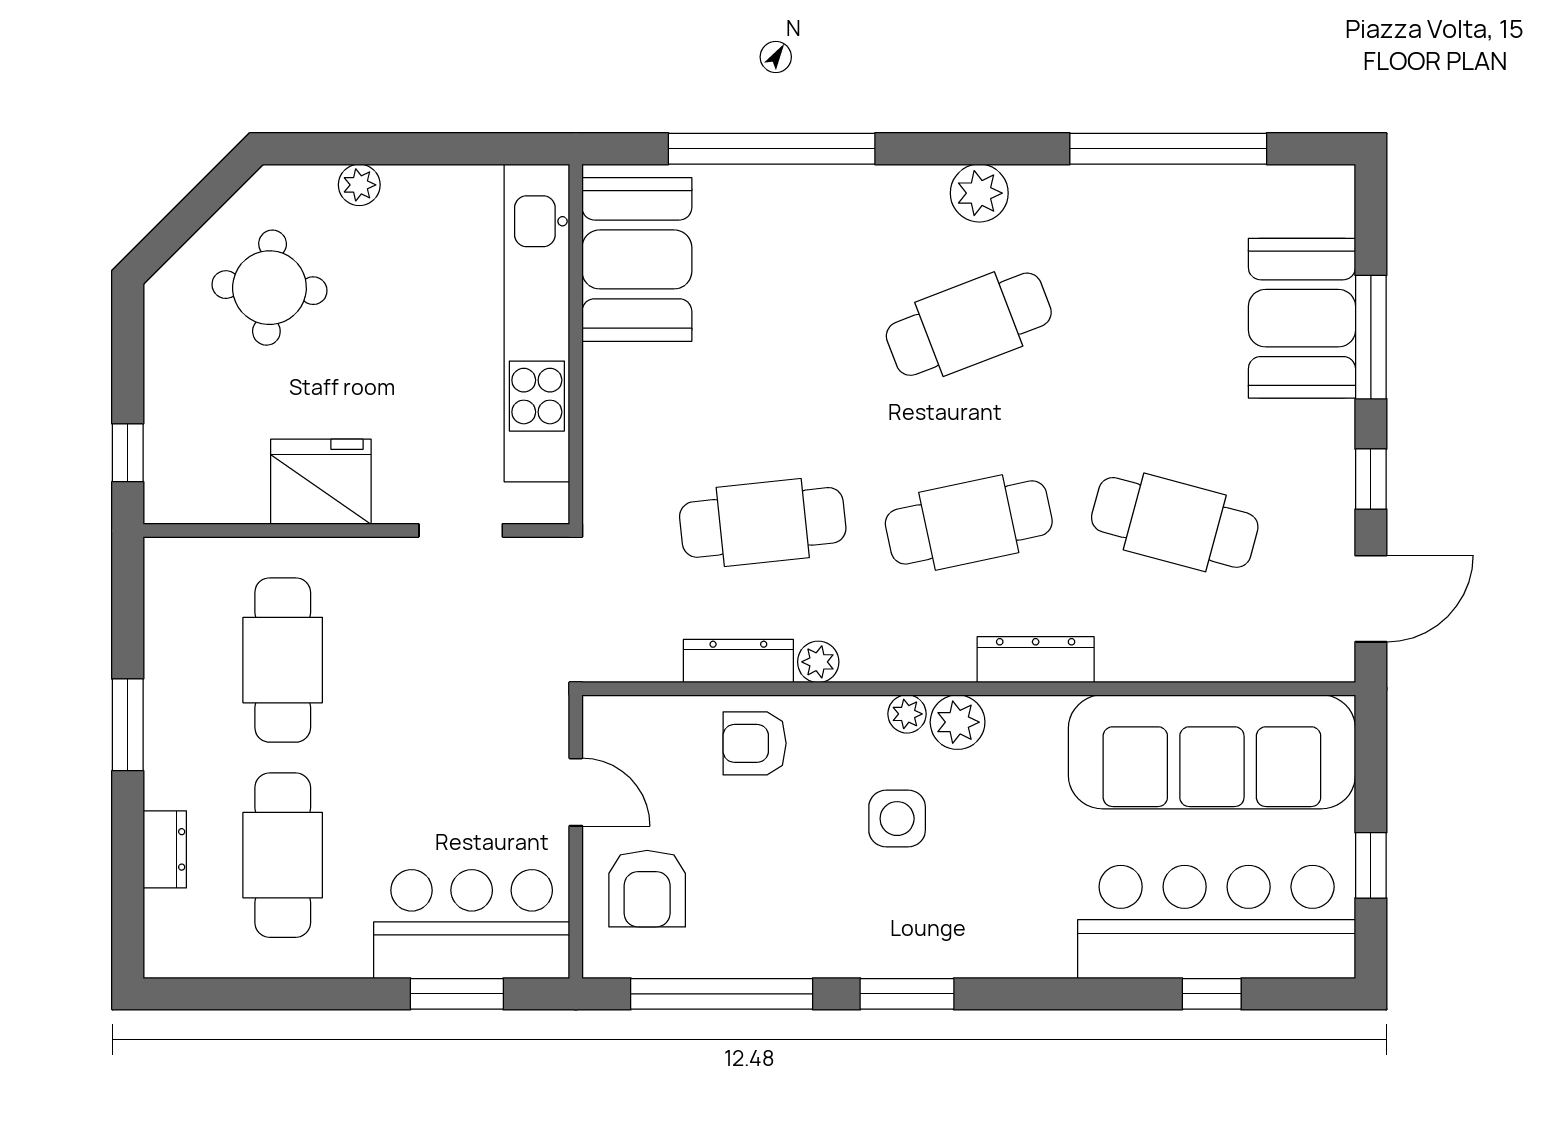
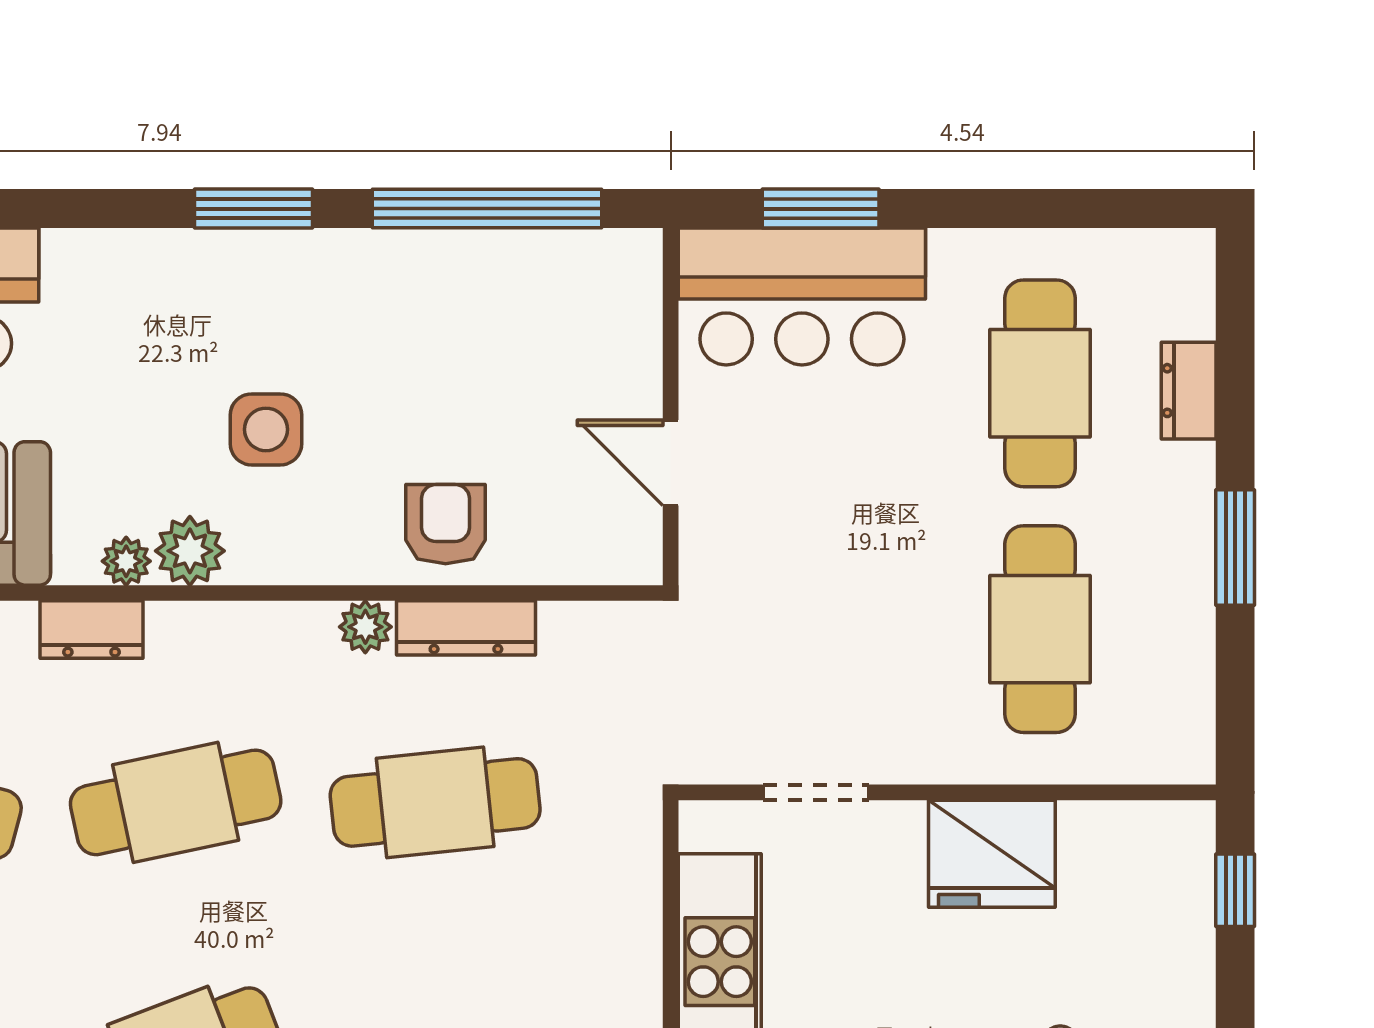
dresser: (1036, 660) -> (91, 630), width x0.70
plant: (907, 714) -> (126, 561), moved
armchair: (755, 743) -> (446, 524), turned -90
armchair: (647, 889) -> (581, 341), removed

